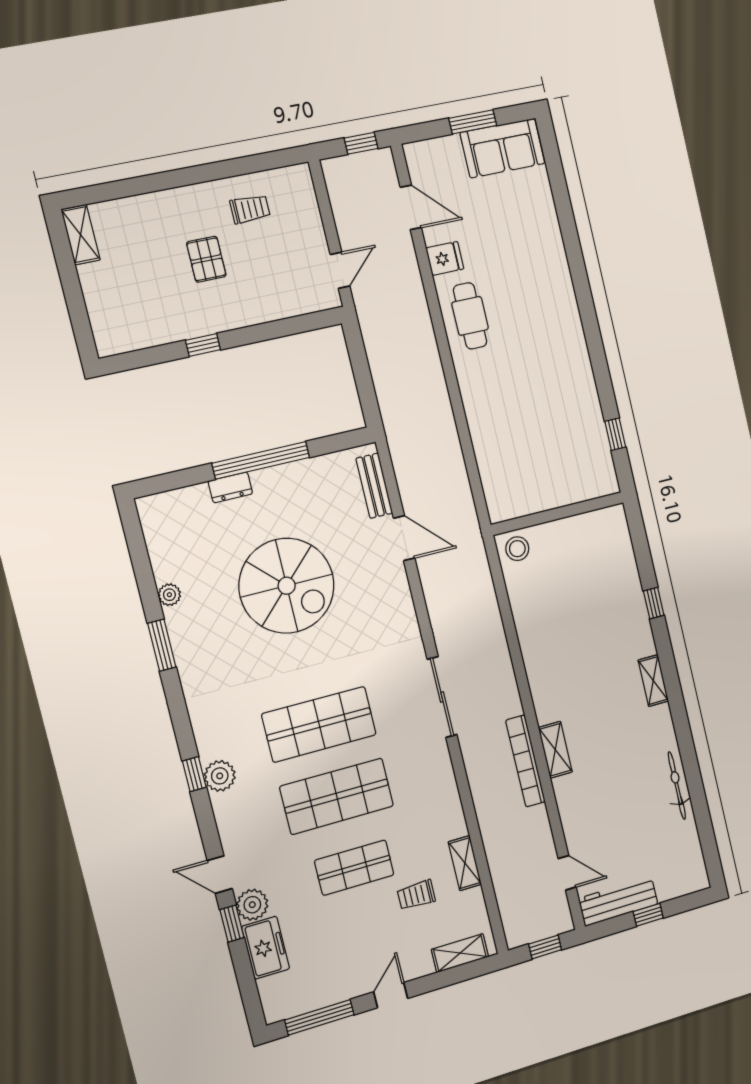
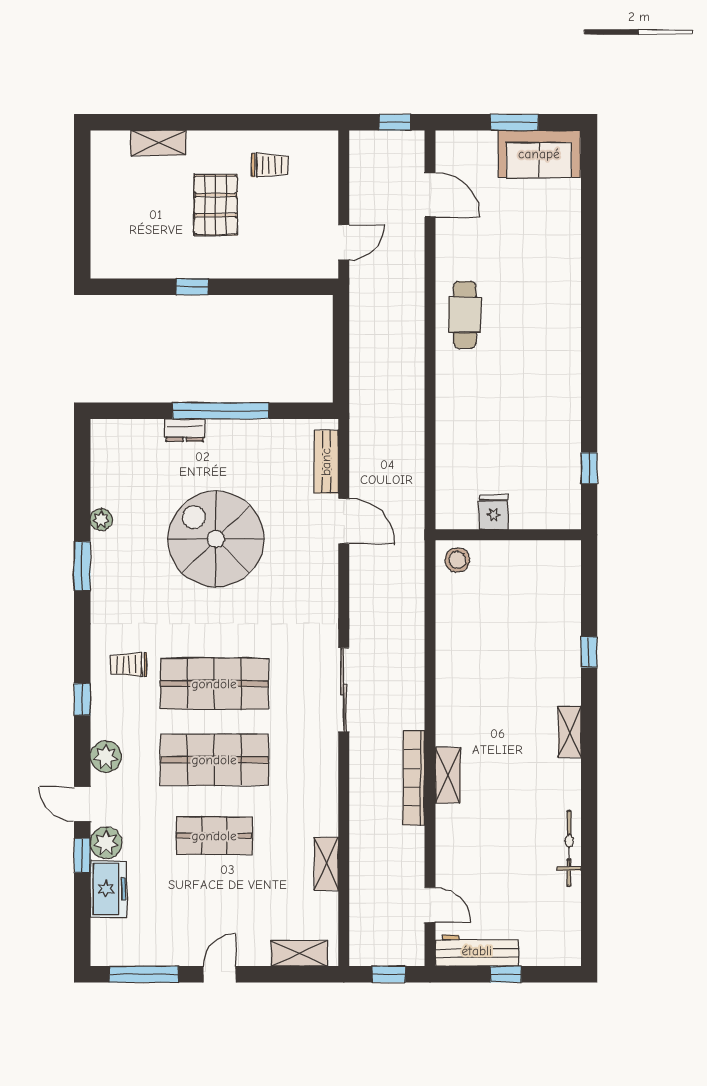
shelving: (81, 235) -> (158, 143), moved, turned 90
fridge: (445, 258) -> (494, 512), moved, turned -90
pallet: (206, 259) -> (216, 205), width x1.50, depth x1.42
spiral stairs: (287, 586) -> (216, 539), turned 180
plant: (220, 776) -> (106, 757), moved
trolley: (416, 895) -> (129, 665), moved

